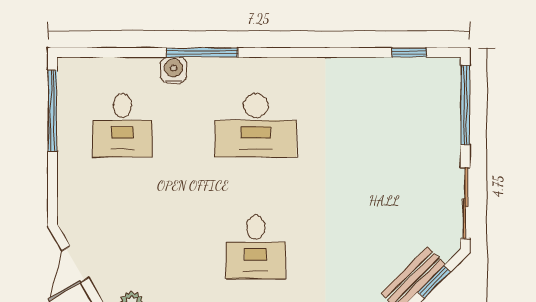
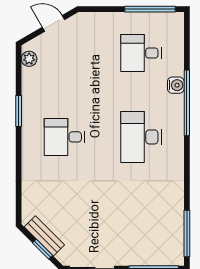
window: (202, 53) -> (187, 103), width x1.46
window: (409, 53) -> (187, 233), width x2.17

